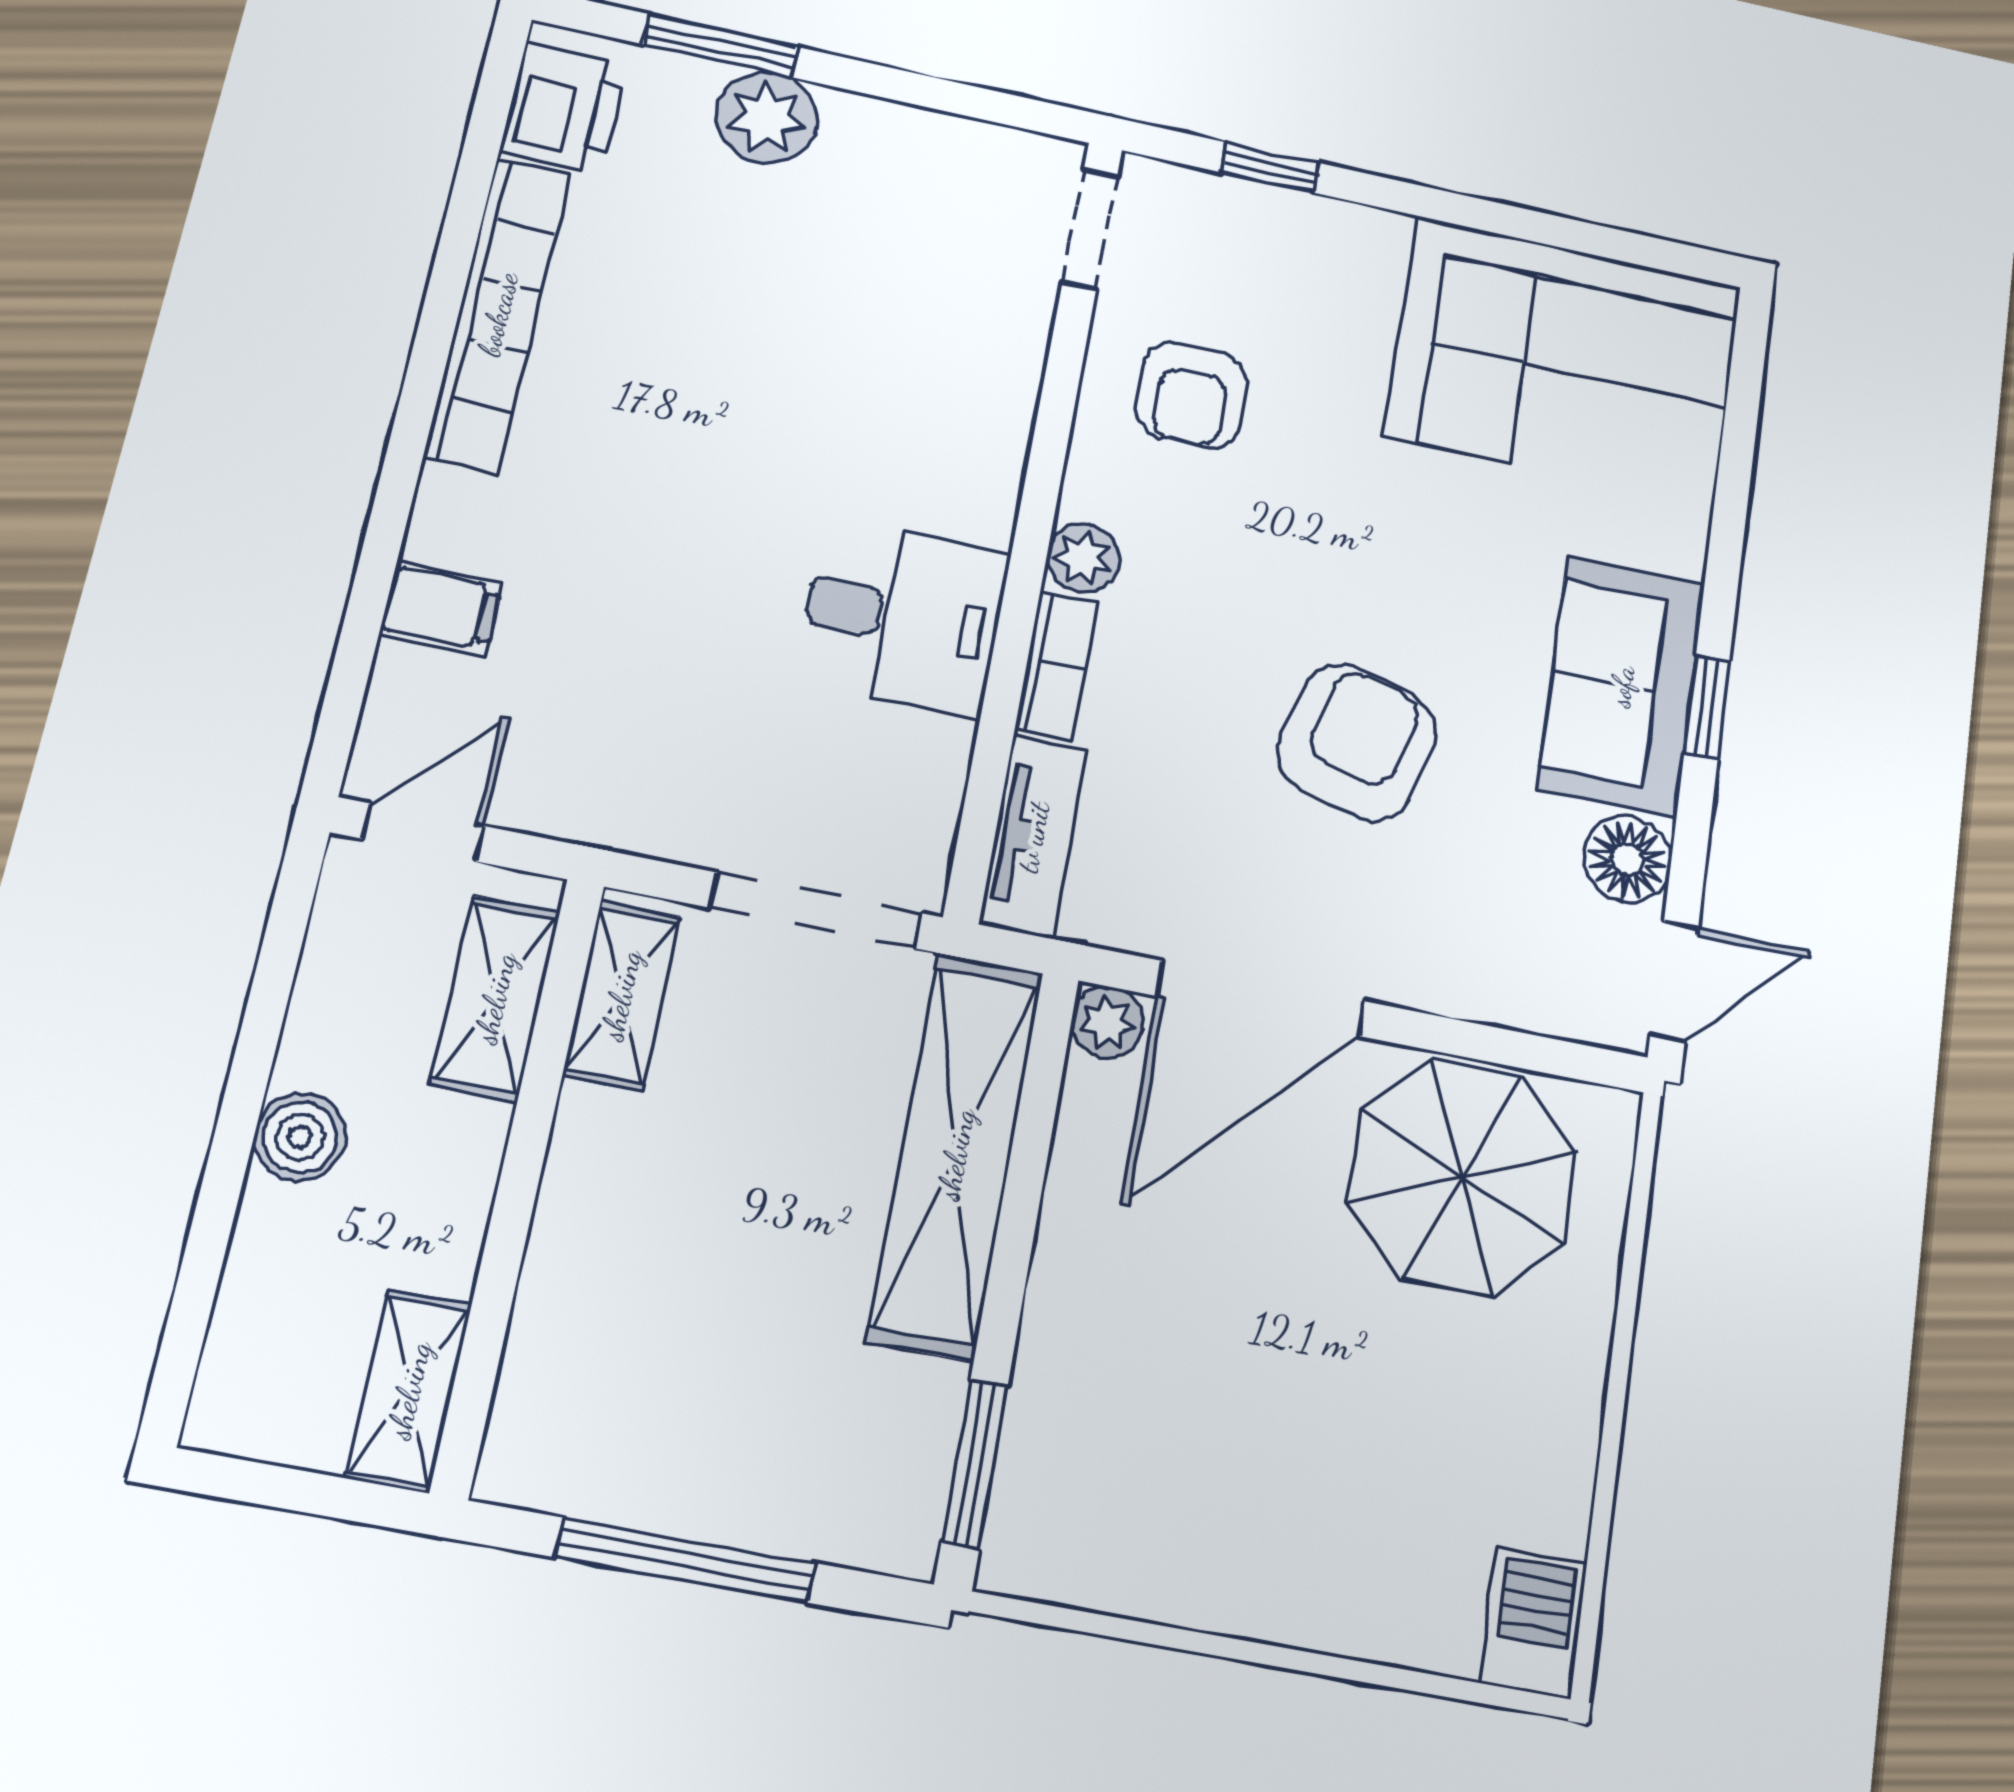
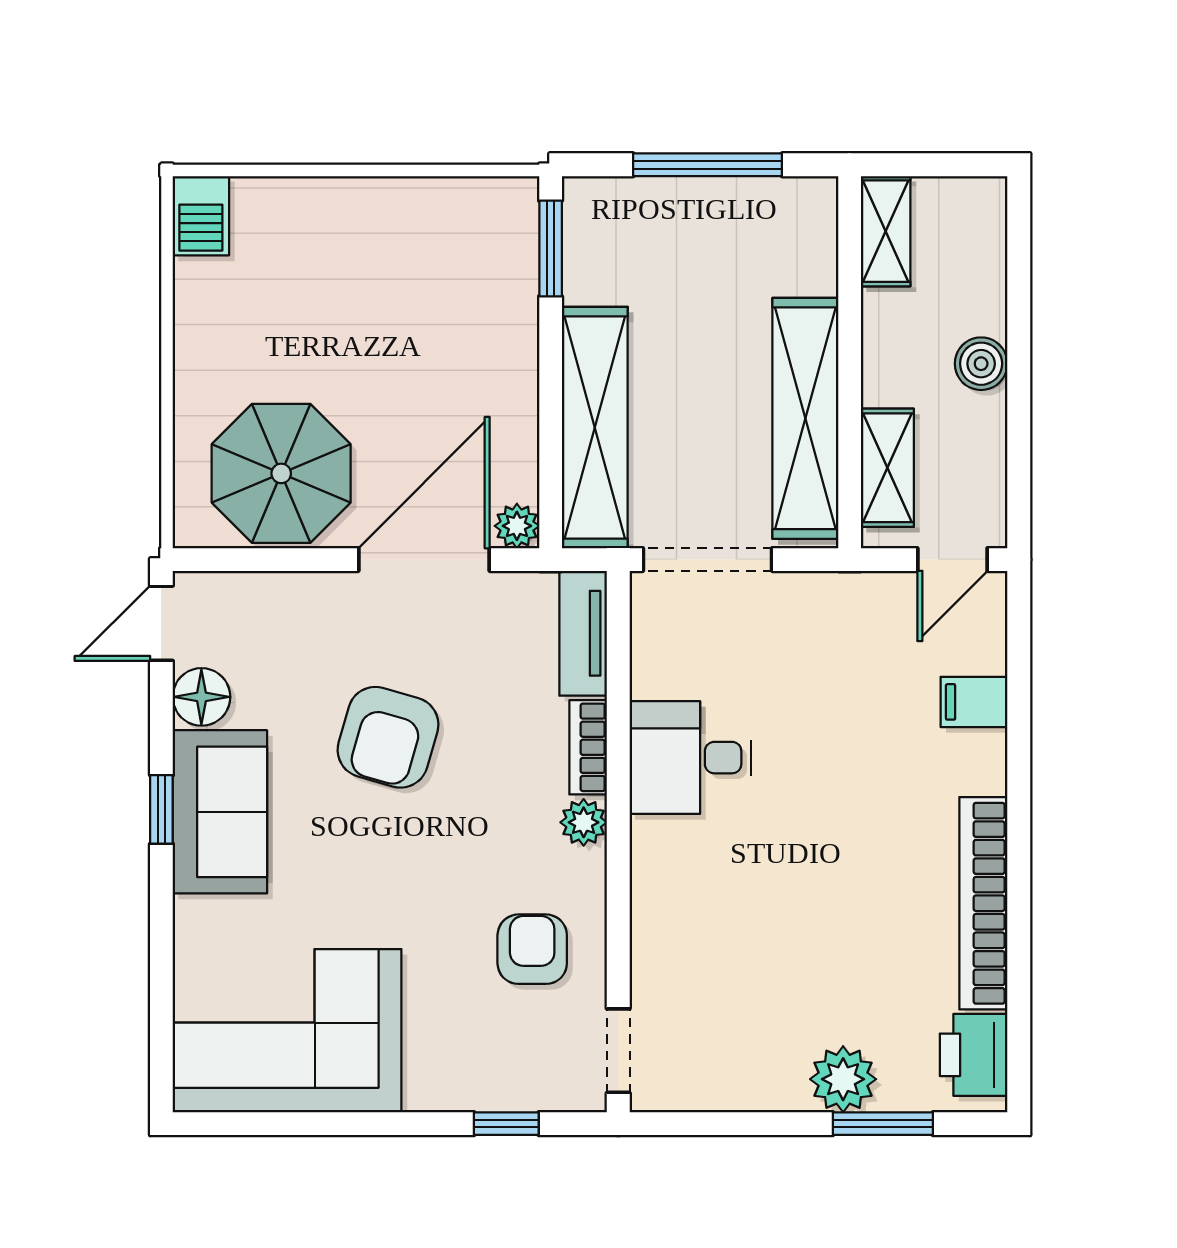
shelving: (621, 995) -> (805, 418), width x2.20, depth x1.33

